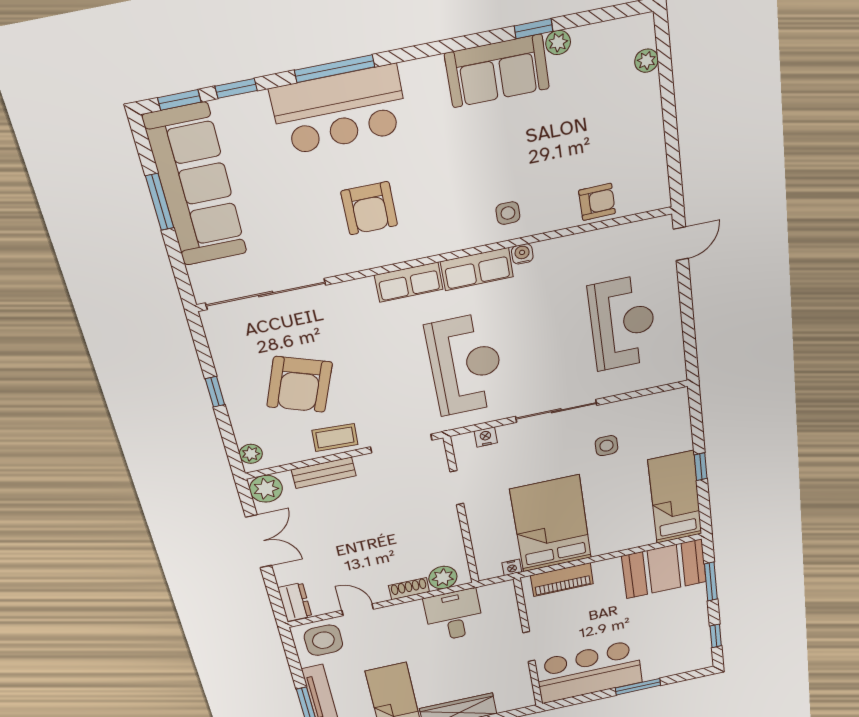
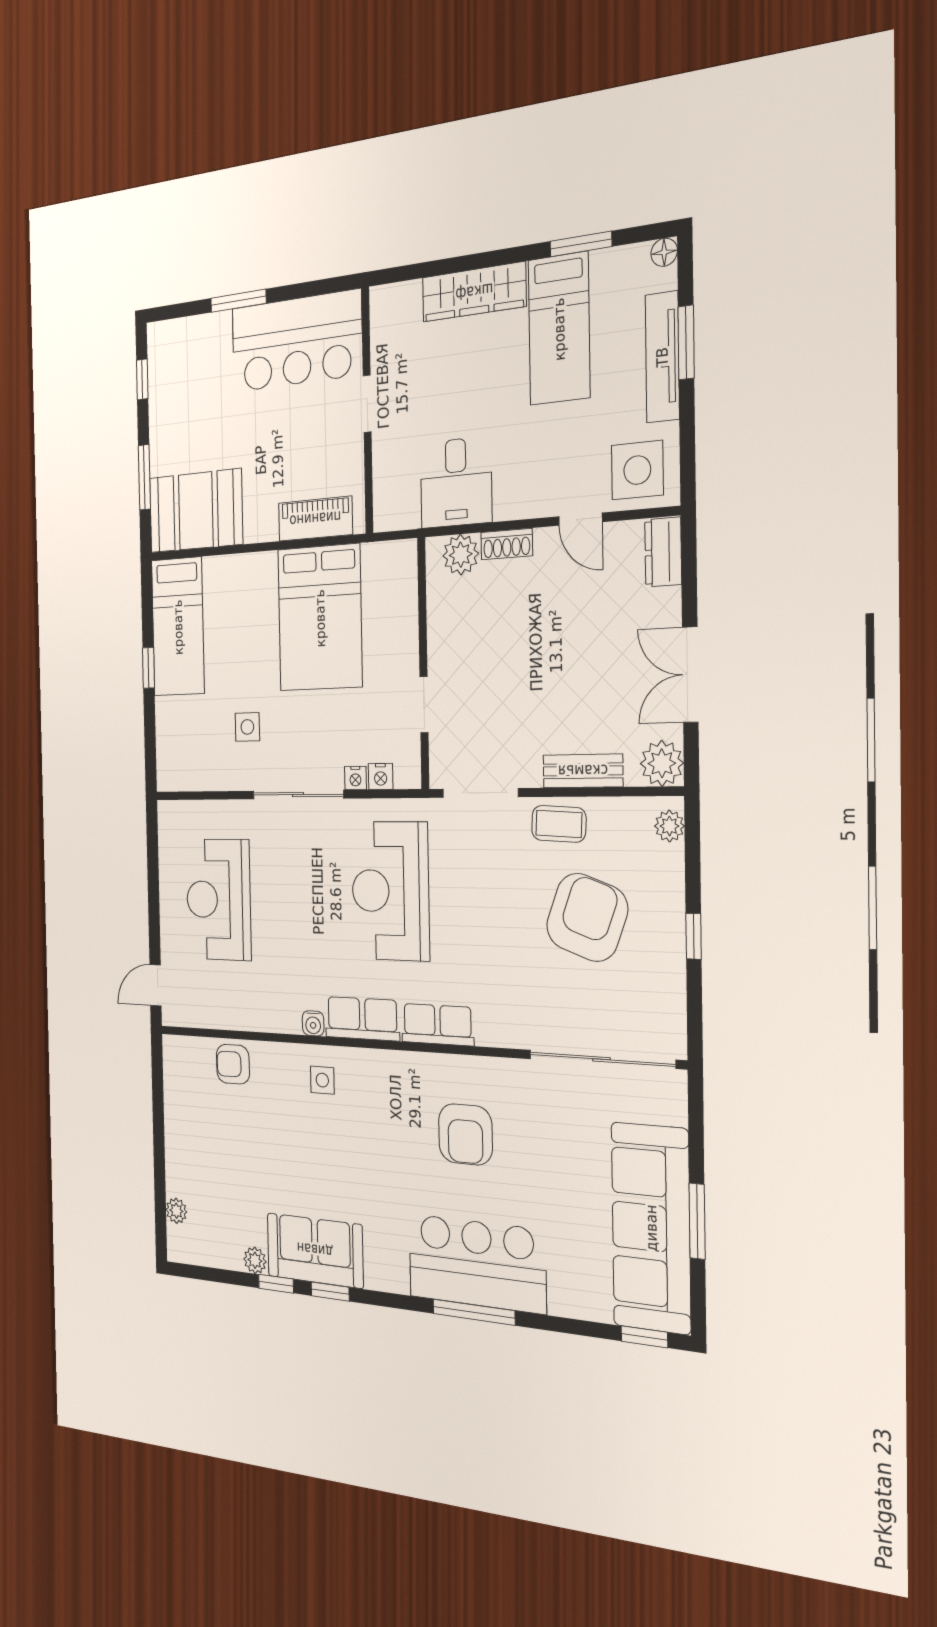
window: (236, 88) -> (330, 1291), moved
armchair: (369, 208) -> (465, 1134), turned 180
nightstand: (512, 567) -> (355, 778), moved, turned 180

